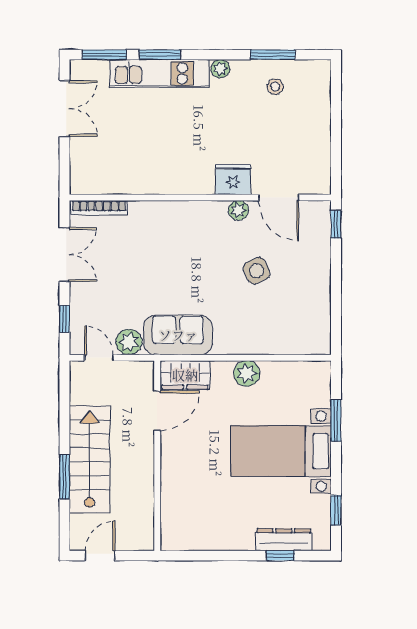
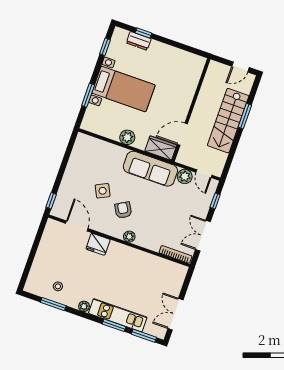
plant: (238, 210) -> (129, 237), moved
armchair: (211, 251) -> (123, 210), added
sofa: (178, 335) -> (150, 169), width x1.36
dresser: (284, 540) -> (139, 41), width x0.70

